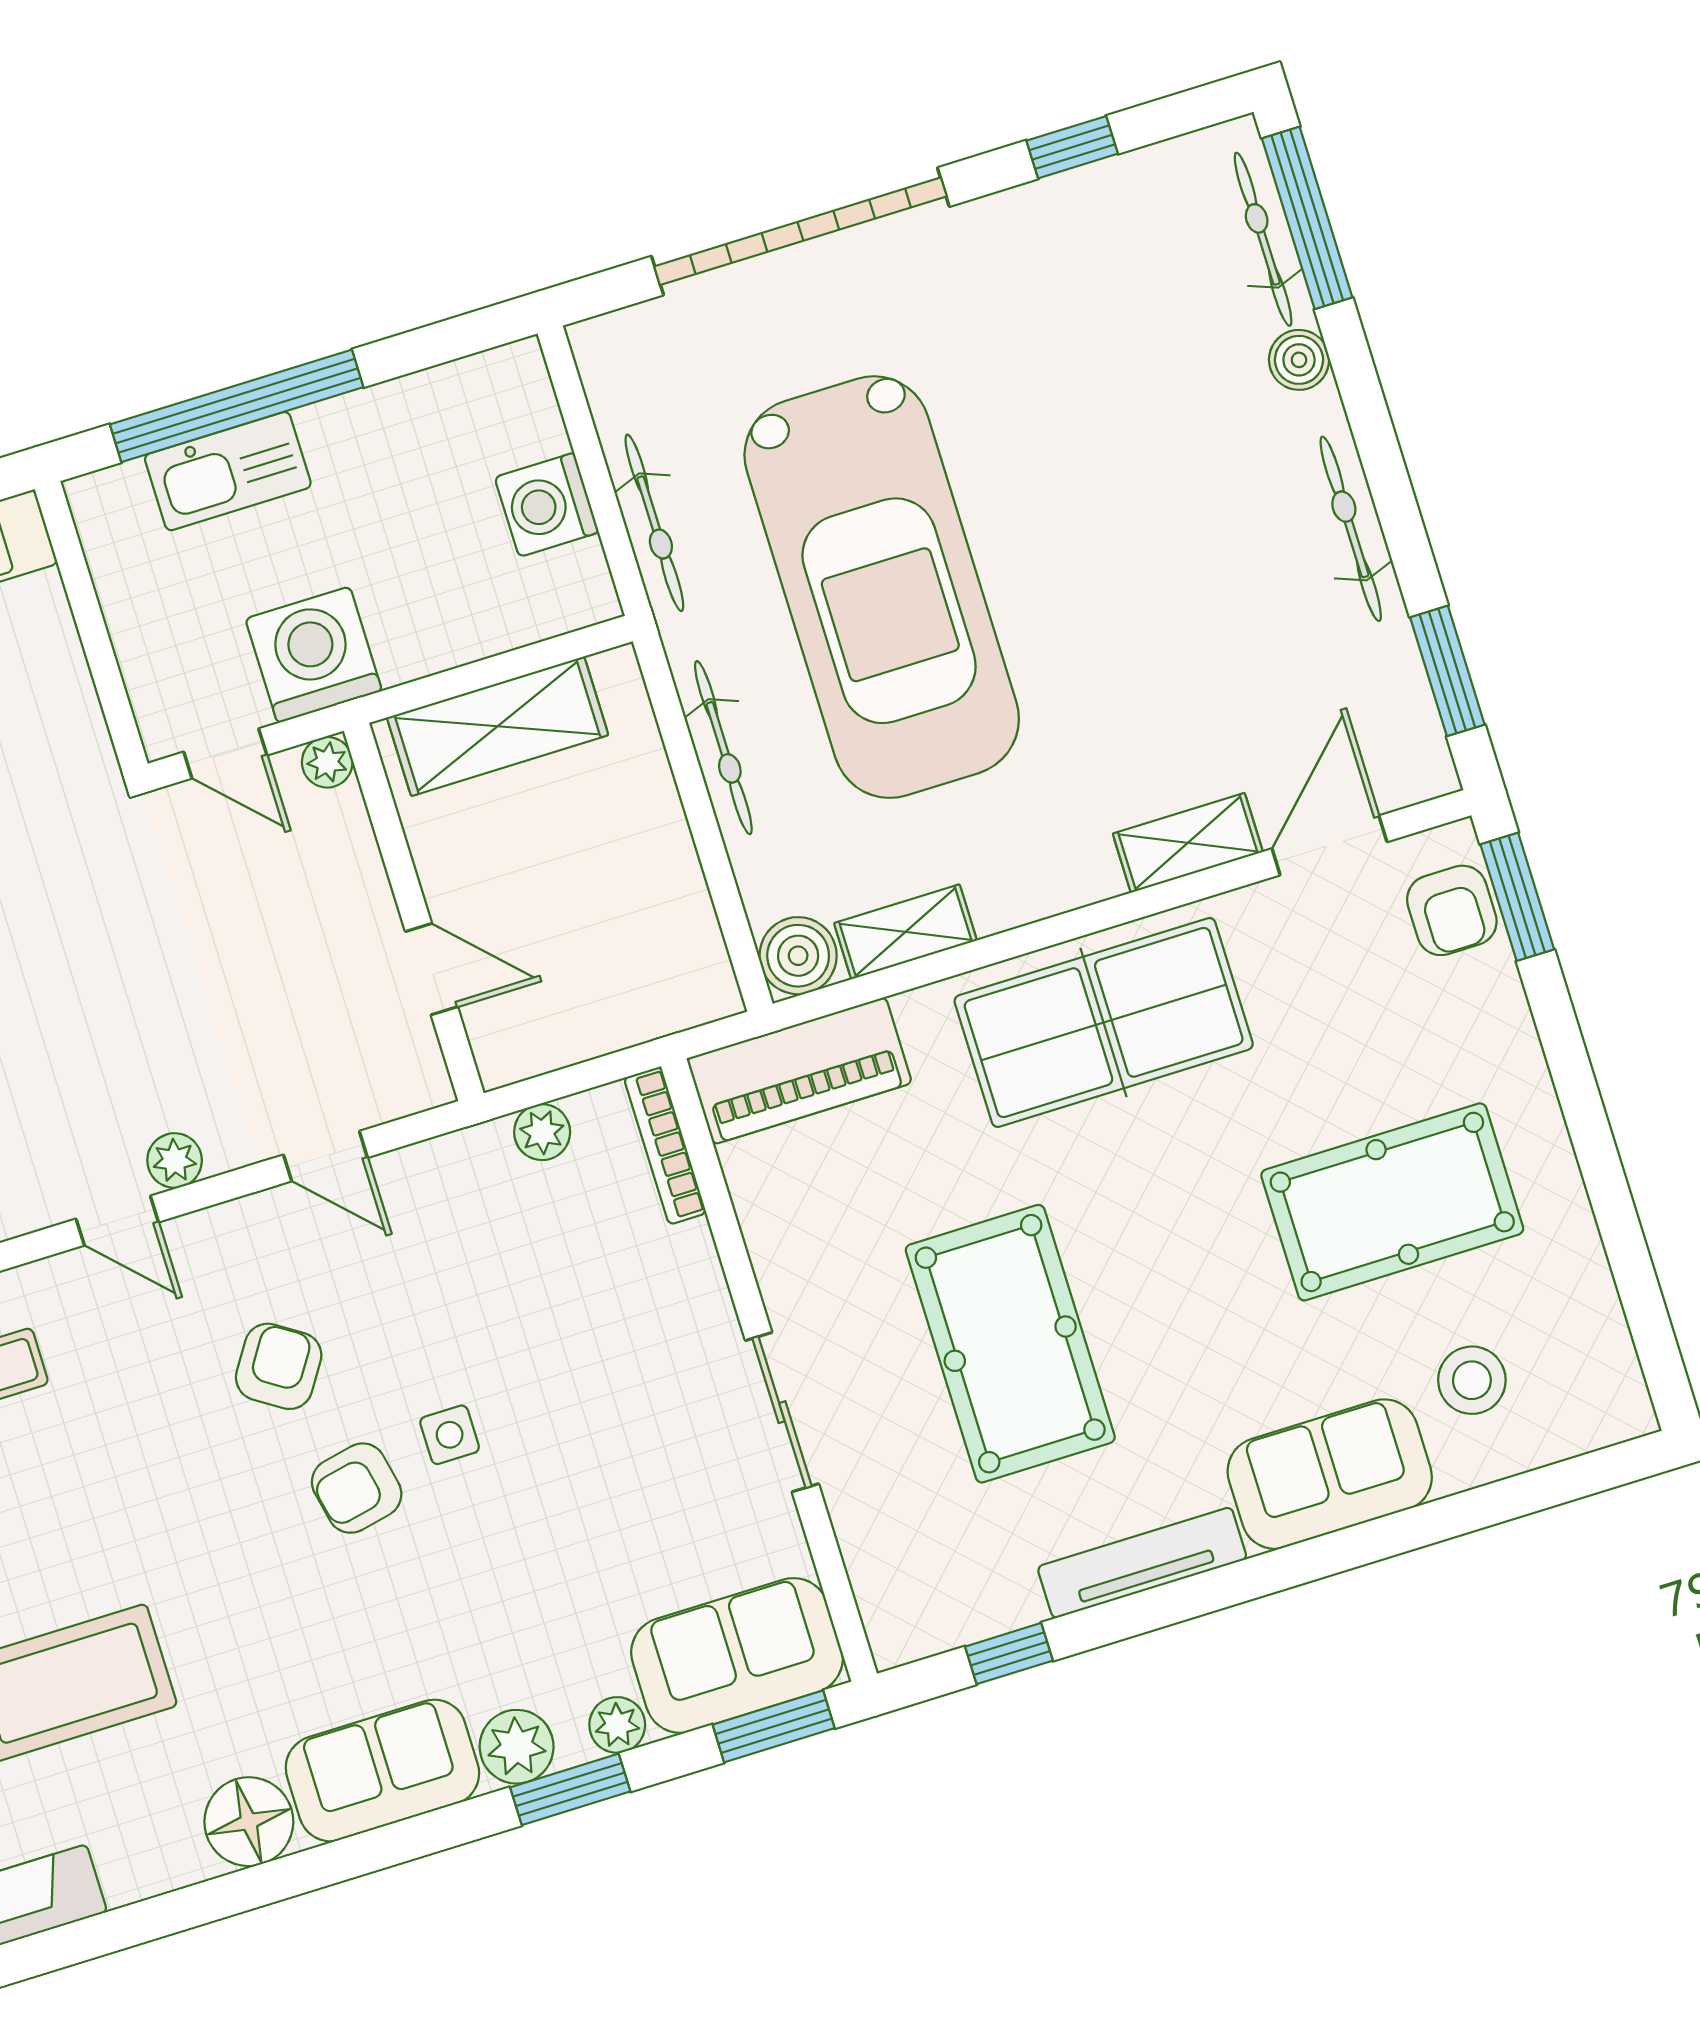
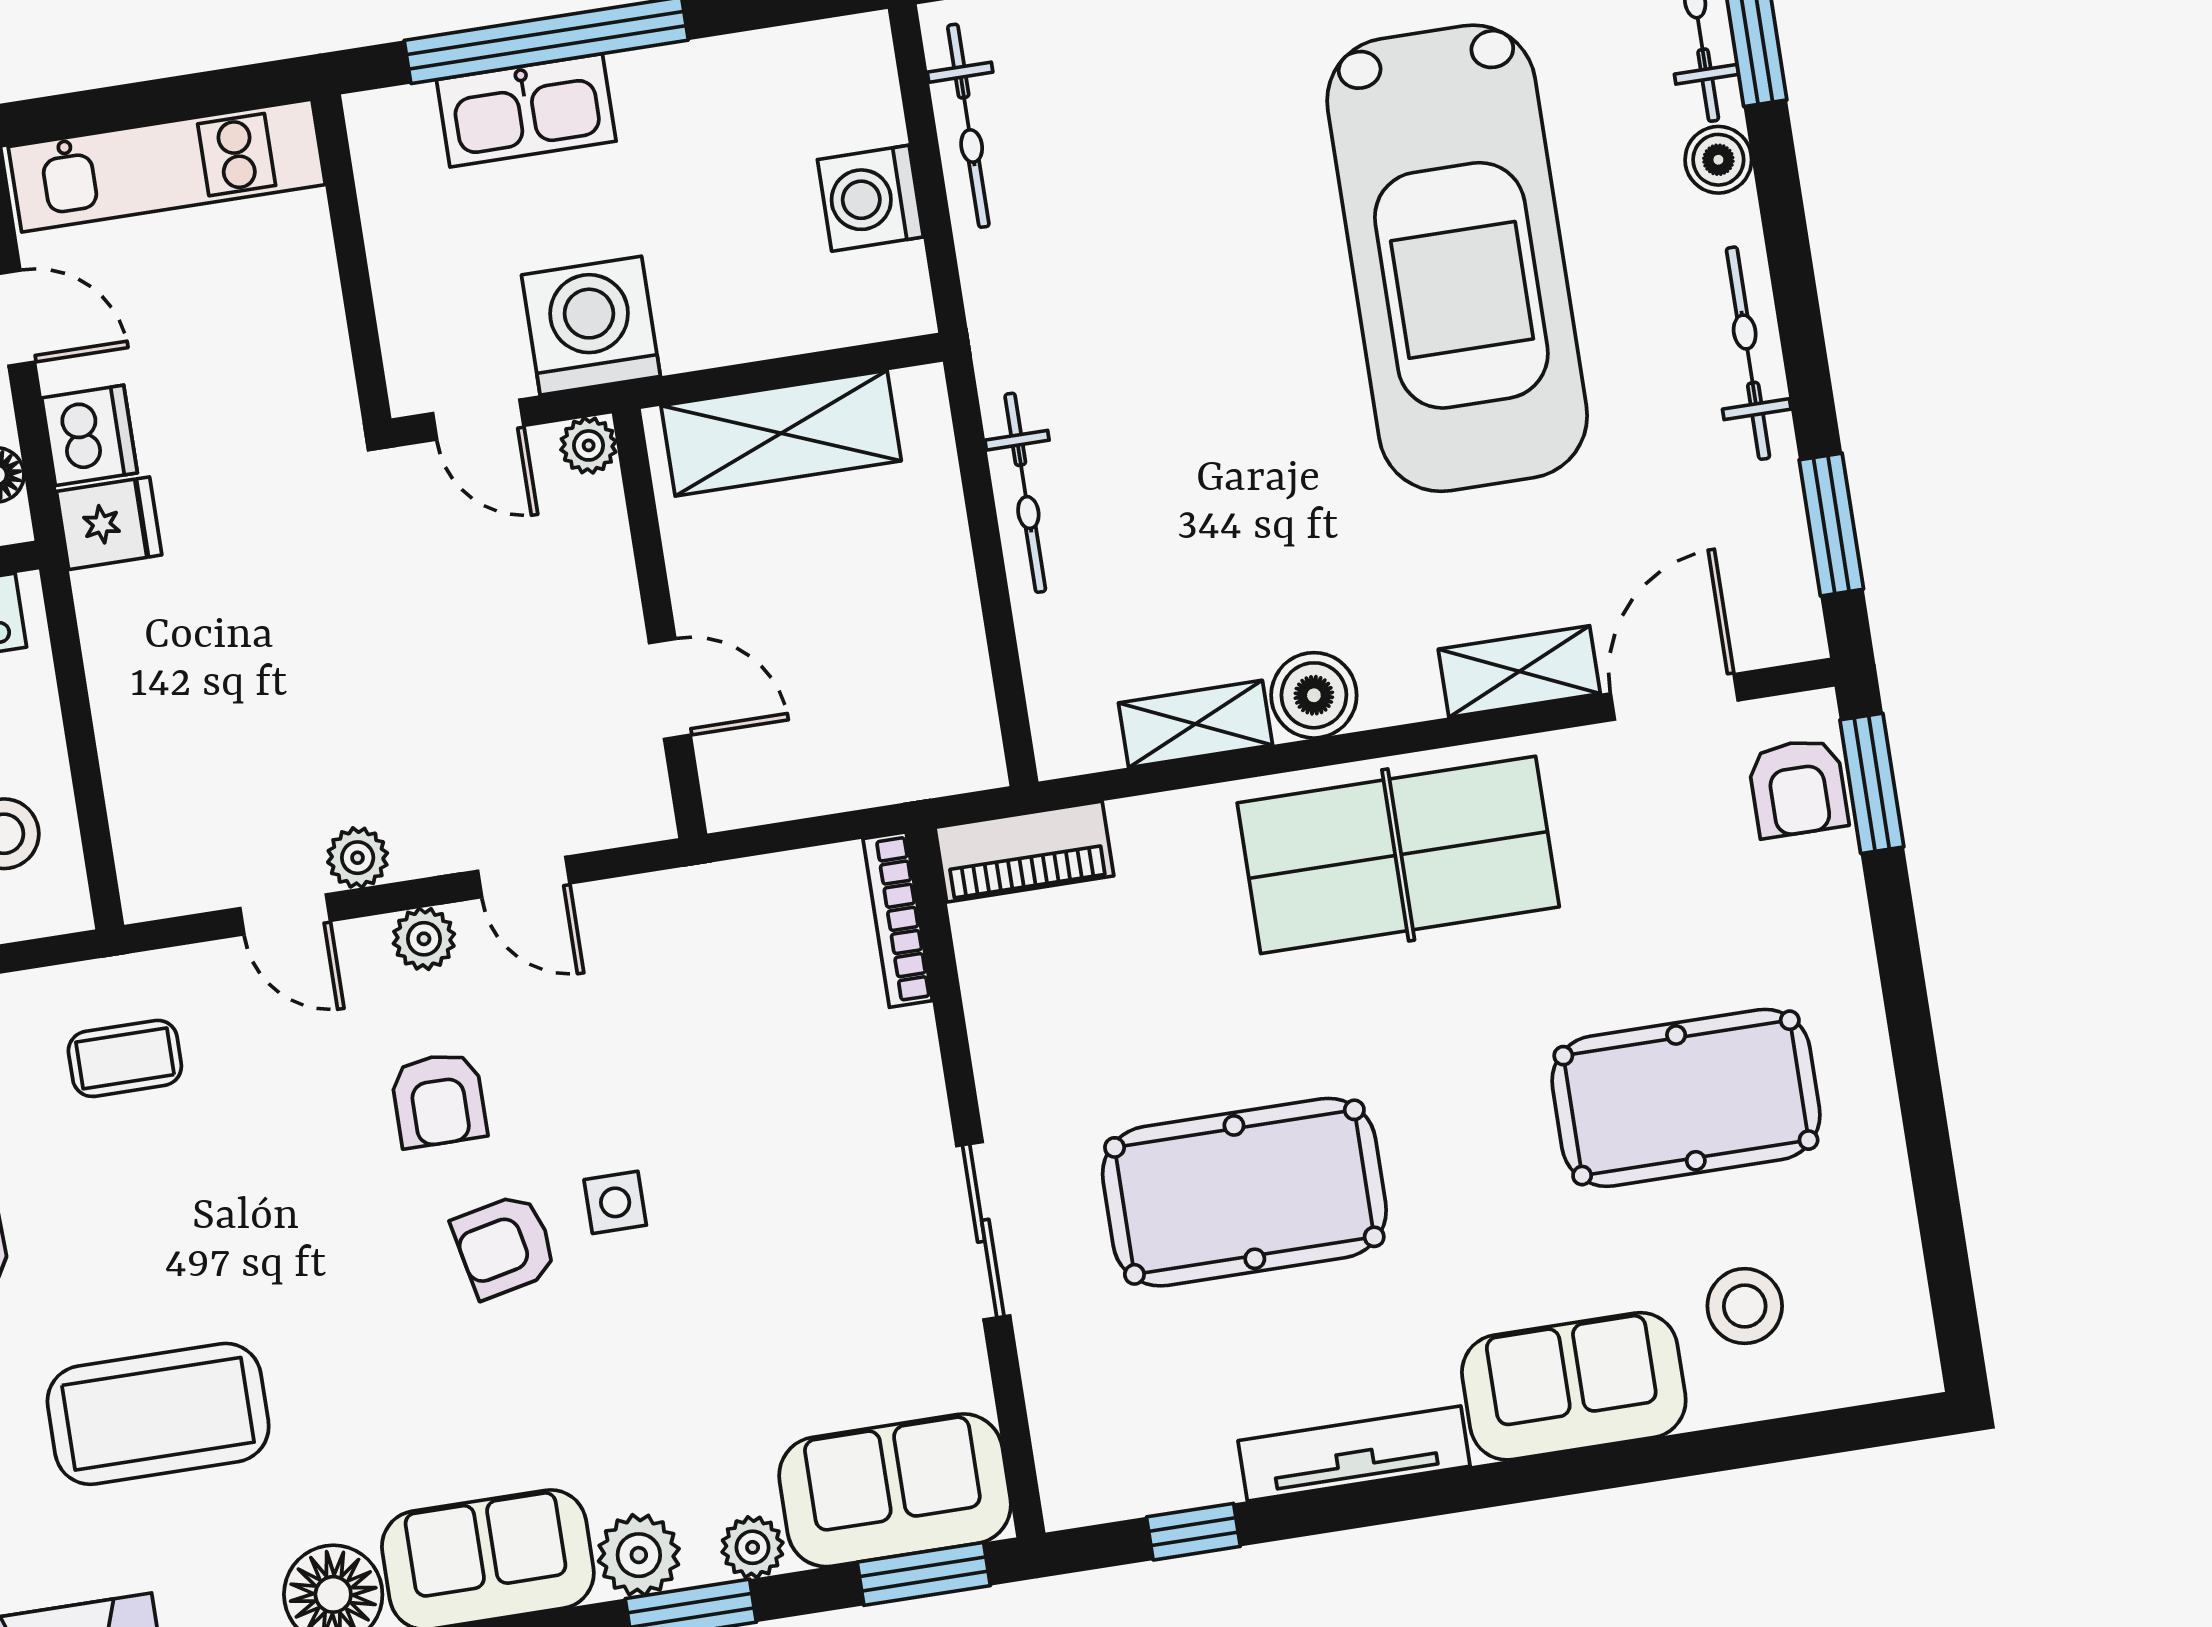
bicycle: (654, 523) -> (968, 126), moved
car: (882, 587) -> (1457, 258), moved
boiler: (798, 956) -> (1314, 695), moved
piano: (799, 1071) -> (1024, 852), width x0.73, depth x0.75
plant: (542, 1132) -> (424, 939), moved
pool table: (1010, 1344) -> (1244, 1192), turned 90
armchair: (279, 1366) -> (439, 1100), turned 147

